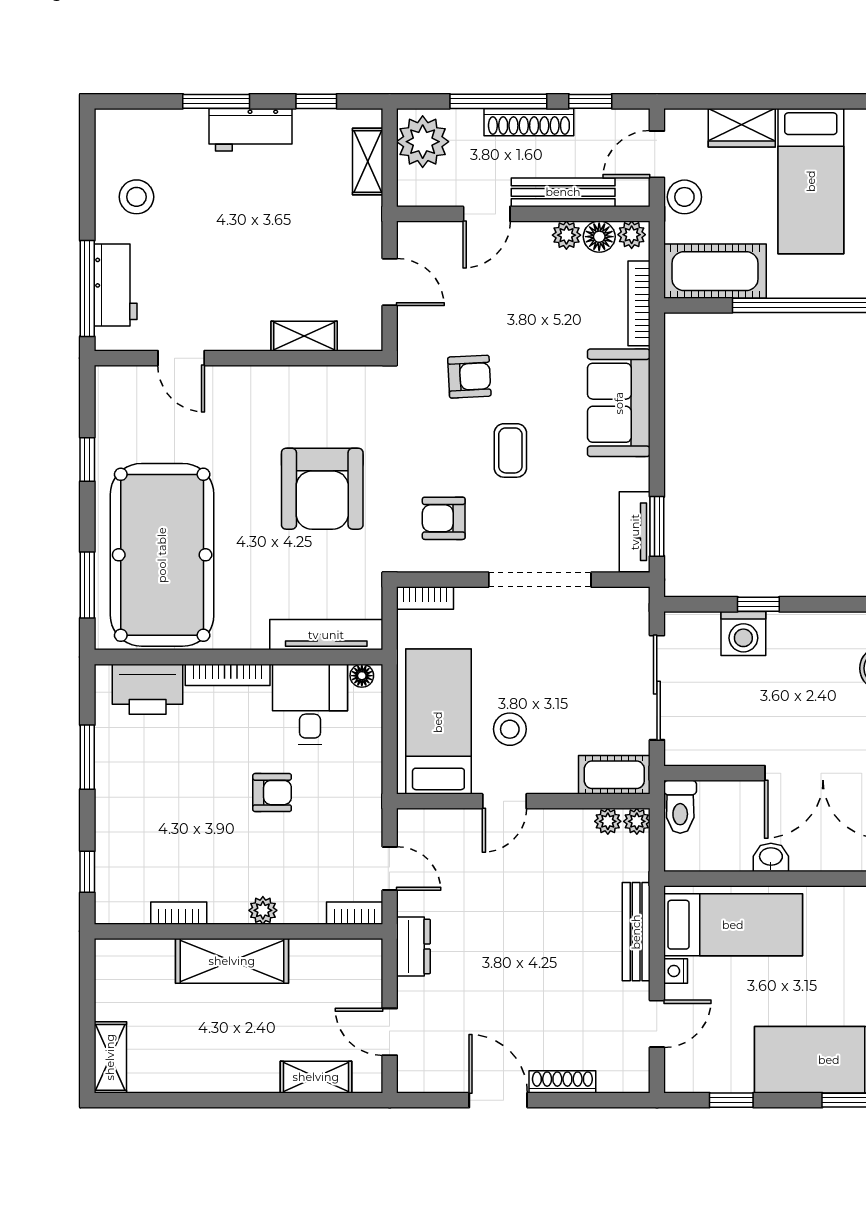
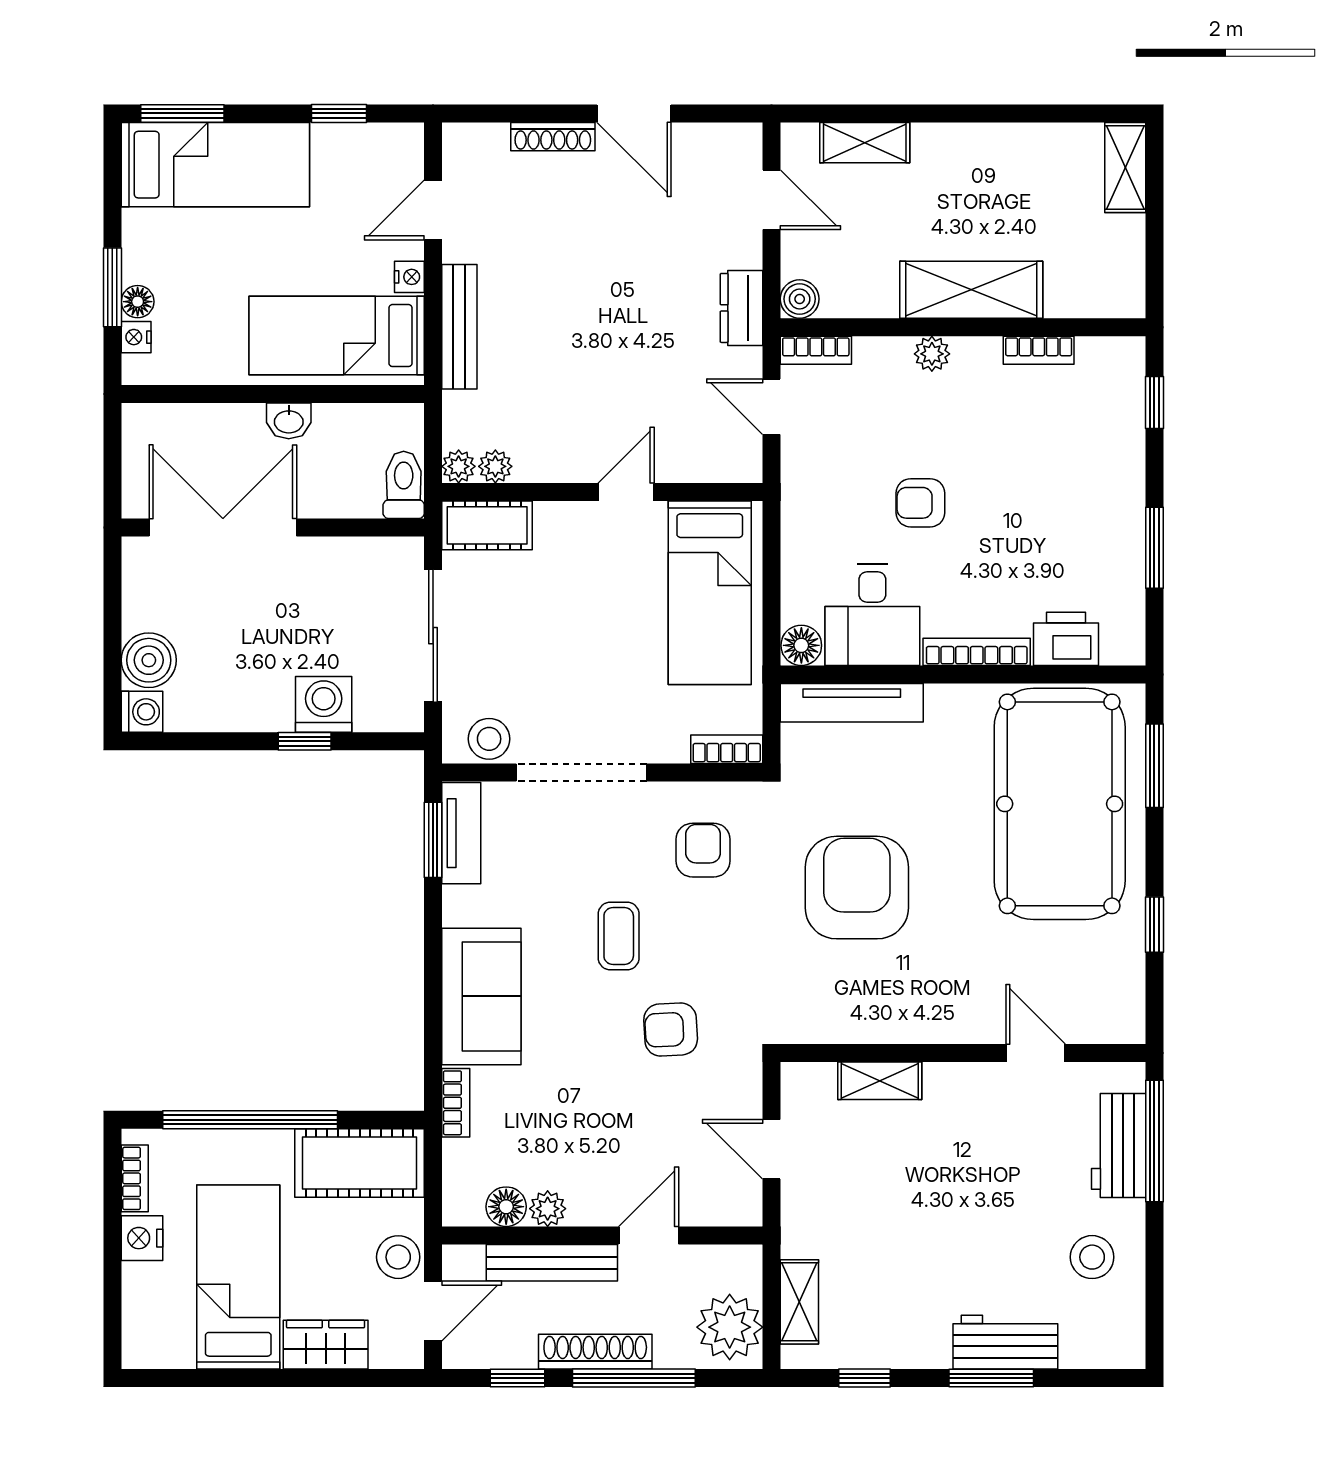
workbench: (250, 130) -> (1005, 1342), moved
plant: (632, 235) -> (465, 1209), removed
bookcase: (639, 303) -> (456, 1103), width x0.64
armchair: (444, 518) -> (703, 850), turned -90
floor lamp: (362, 676) -> (801, 645), width x1.37, depth x1.37
printer: (148, 689) -> (1066, 639), width x0.73, depth x0.84
stool: (510, 729) -> (489, 739), moved
boiler: (367, 954) -> (800, 299), added

